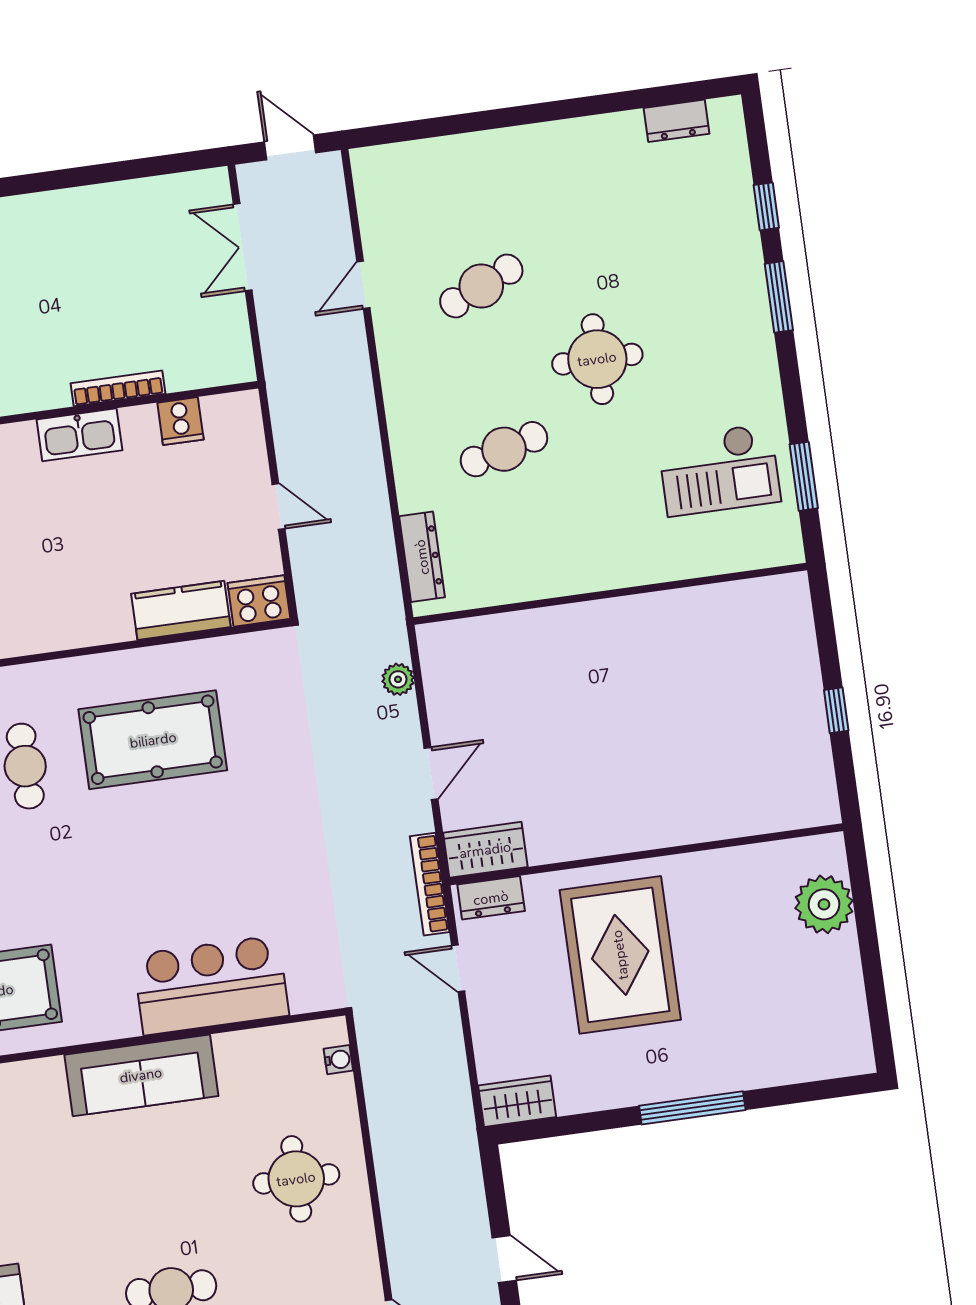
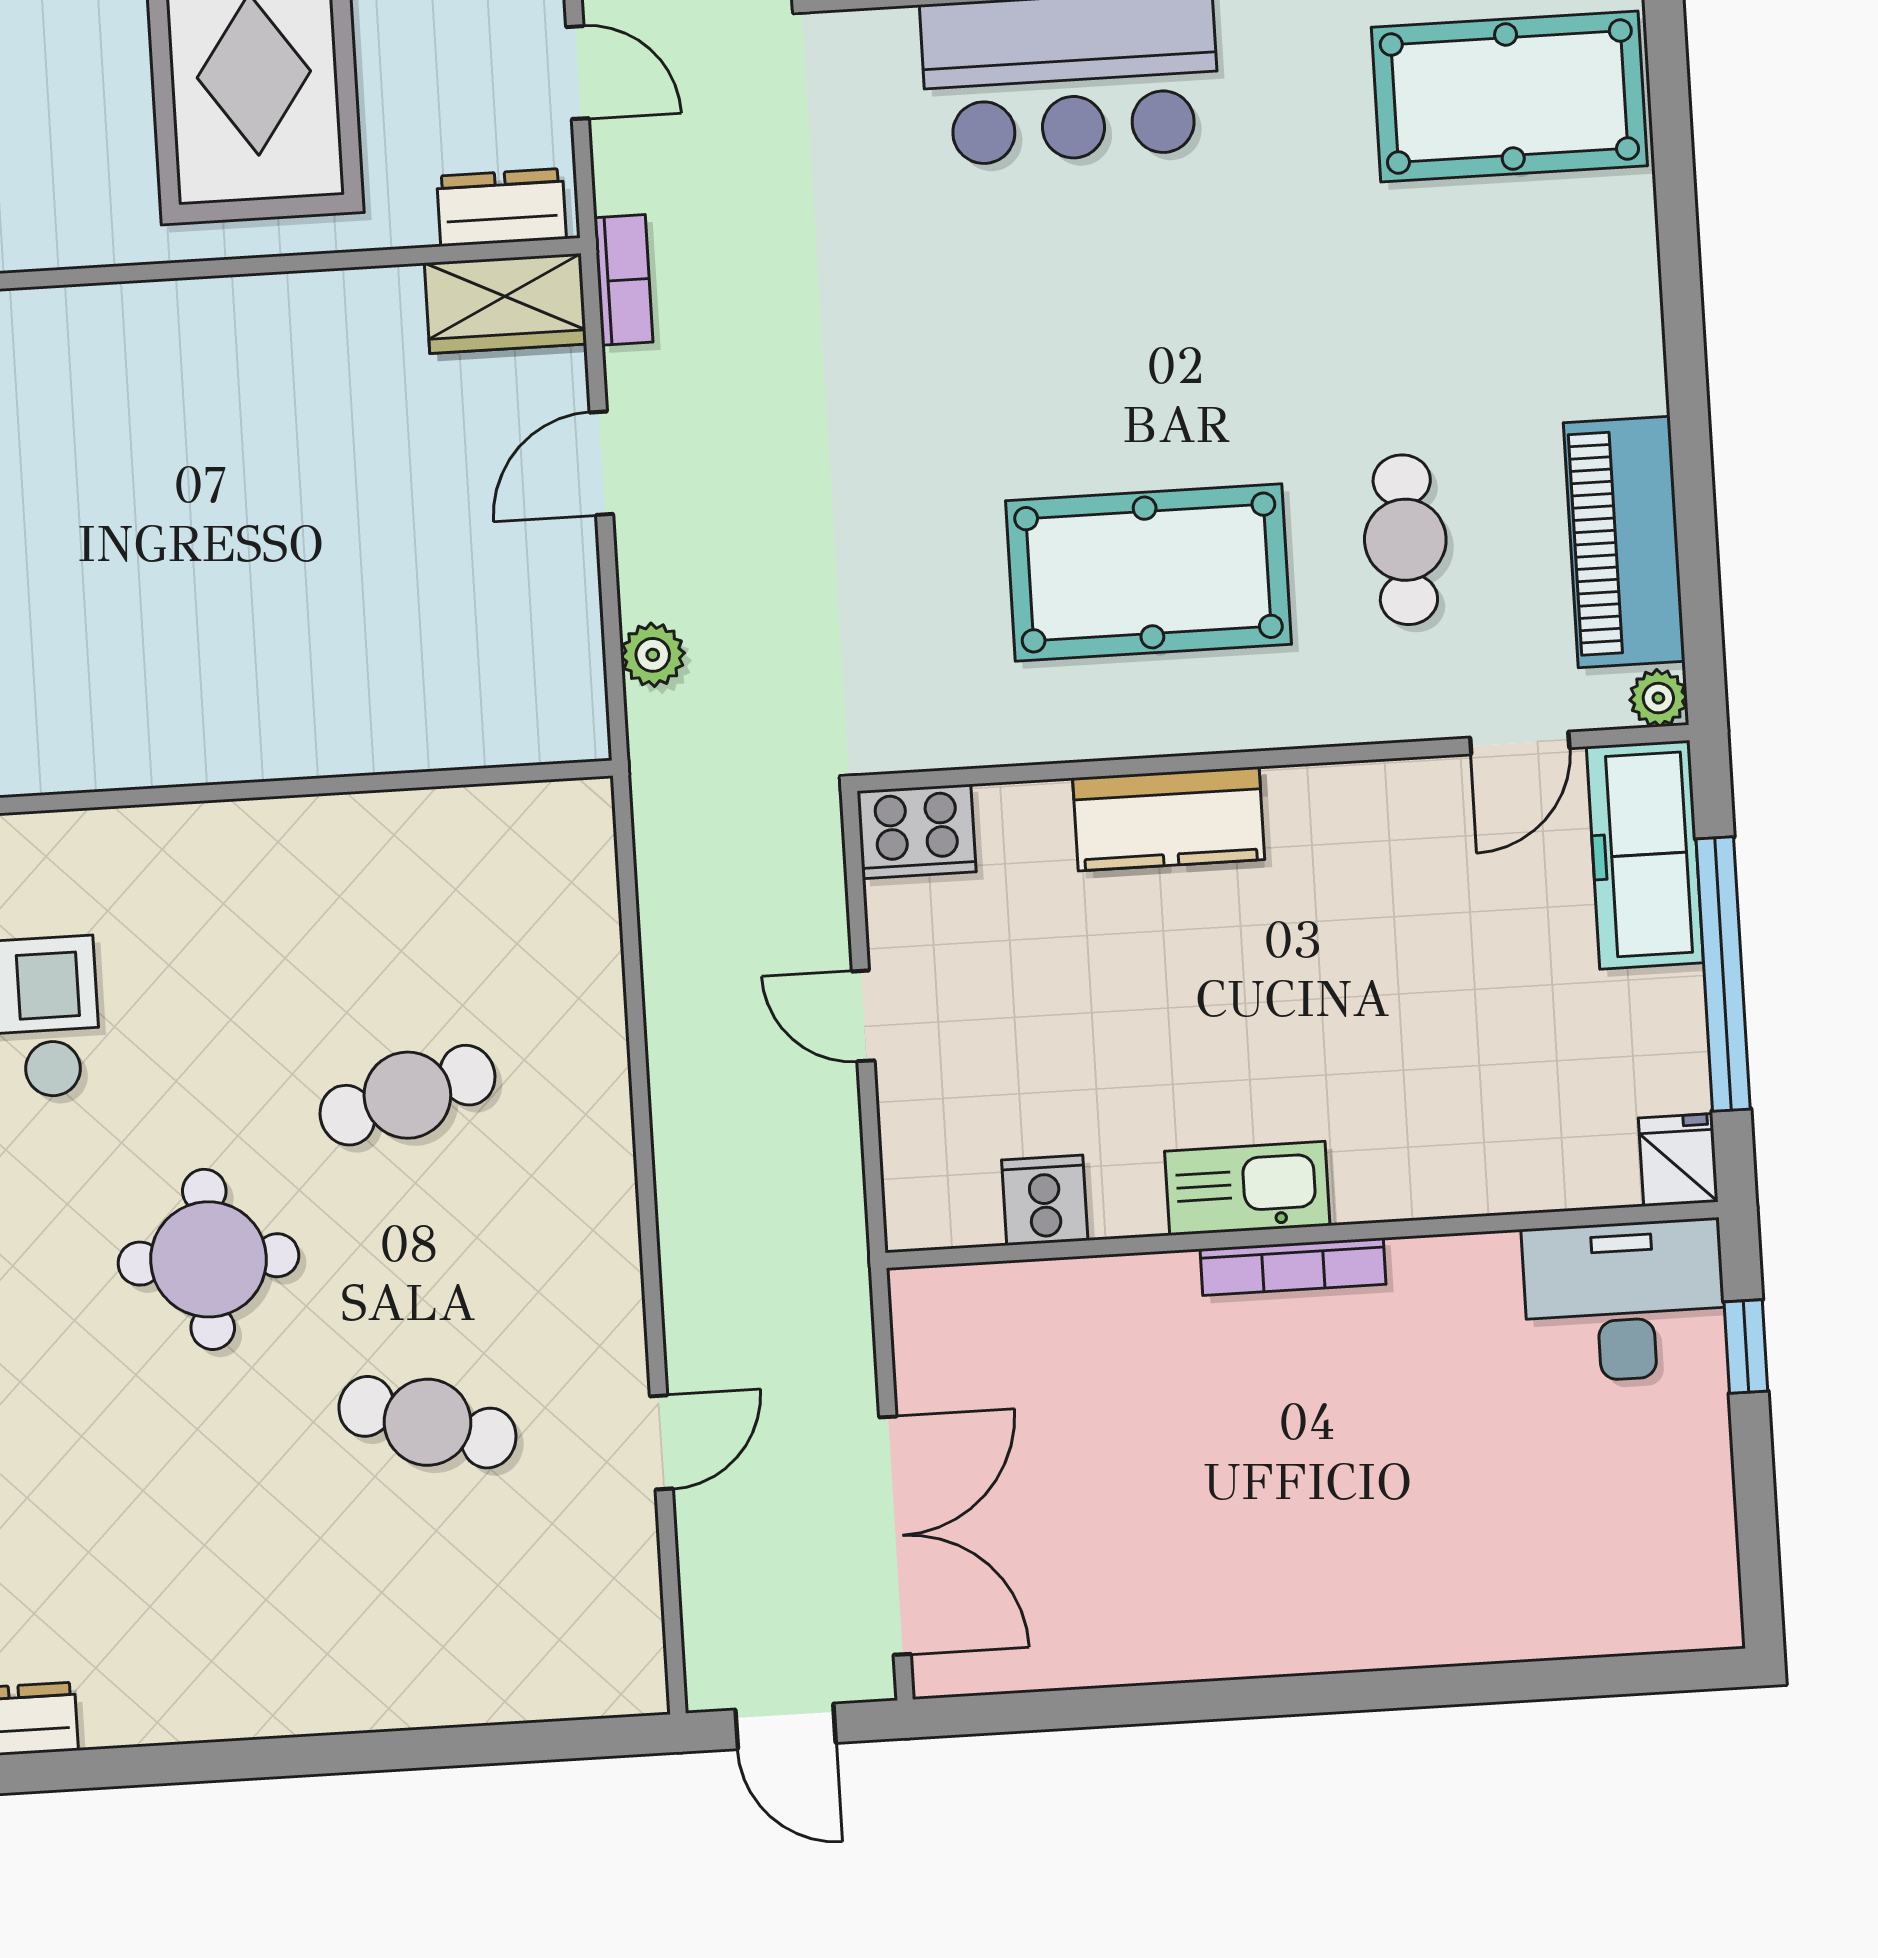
double door: (243, 247) -> (895, 1536), width x1.37
cafe table: (481, 286) -> (427, 1422), turned 42
bookcase: (118, 388) -> (1293, 1267), moved
dresser: (422, 557) -> (586, 894), removed
kitchen counter: (181, 610) -> (1169, 819), moved
bookcase: (430, 884) -> (623, 280), width x0.64

